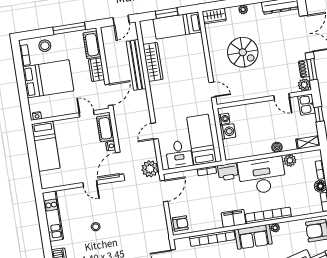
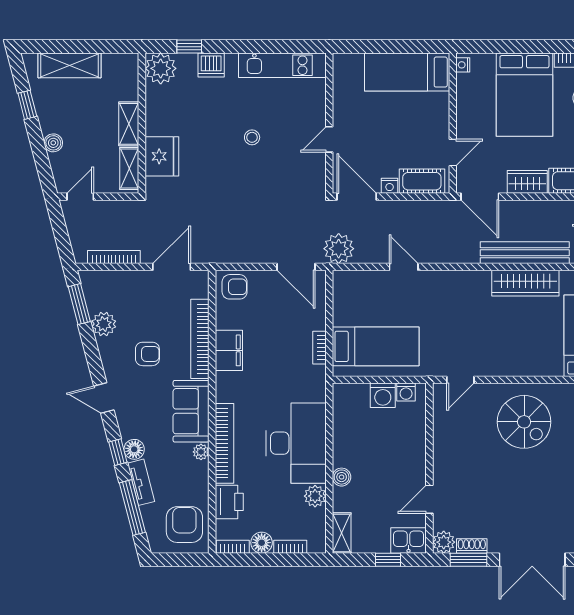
spiral stairs: (243, 52) -> (524, 422), moved, turned -90
desk: (179, 154) -> (356, 303), removed
printer: (228, 172) -> (229, 502), moved, turned 180
filing cabinet: (234, 218) -> (229, 350), moved
armchair: (180, 223) -> (235, 287), turned -90

